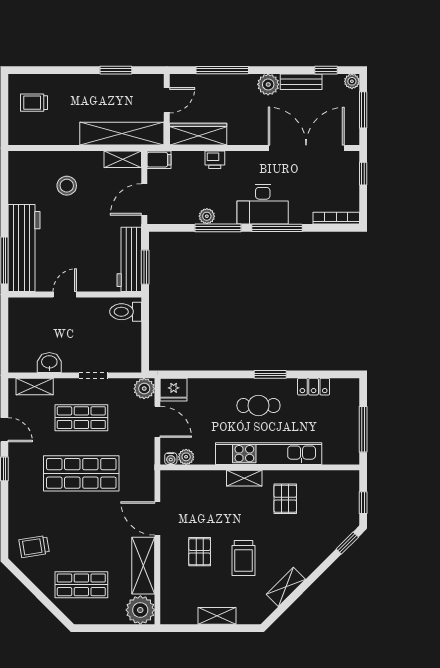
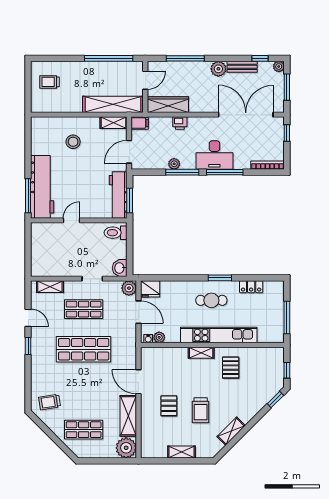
window: (116, 70) -> (109, 58), width x2.11
washbasin: (49, 362) -> (120, 268), moved, turned -90

